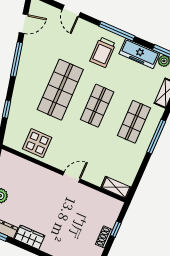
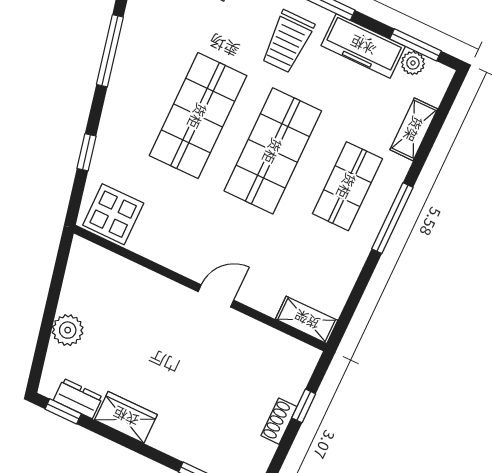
shop shelf: (97, 106) -> (273, 151), width x1.43, depth x1.36
display table: (37, 143) -> (113, 214), moved

